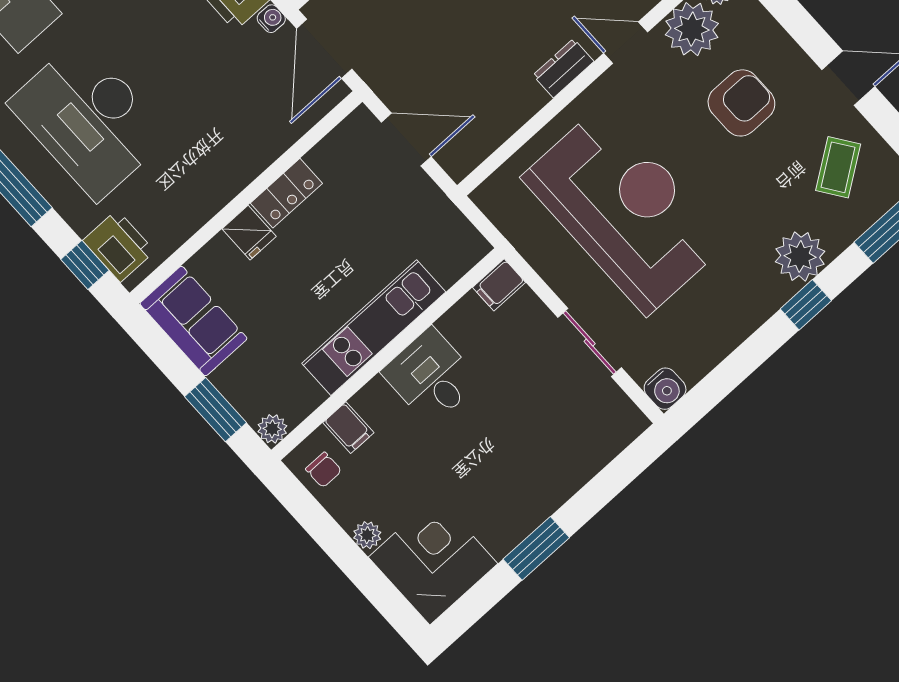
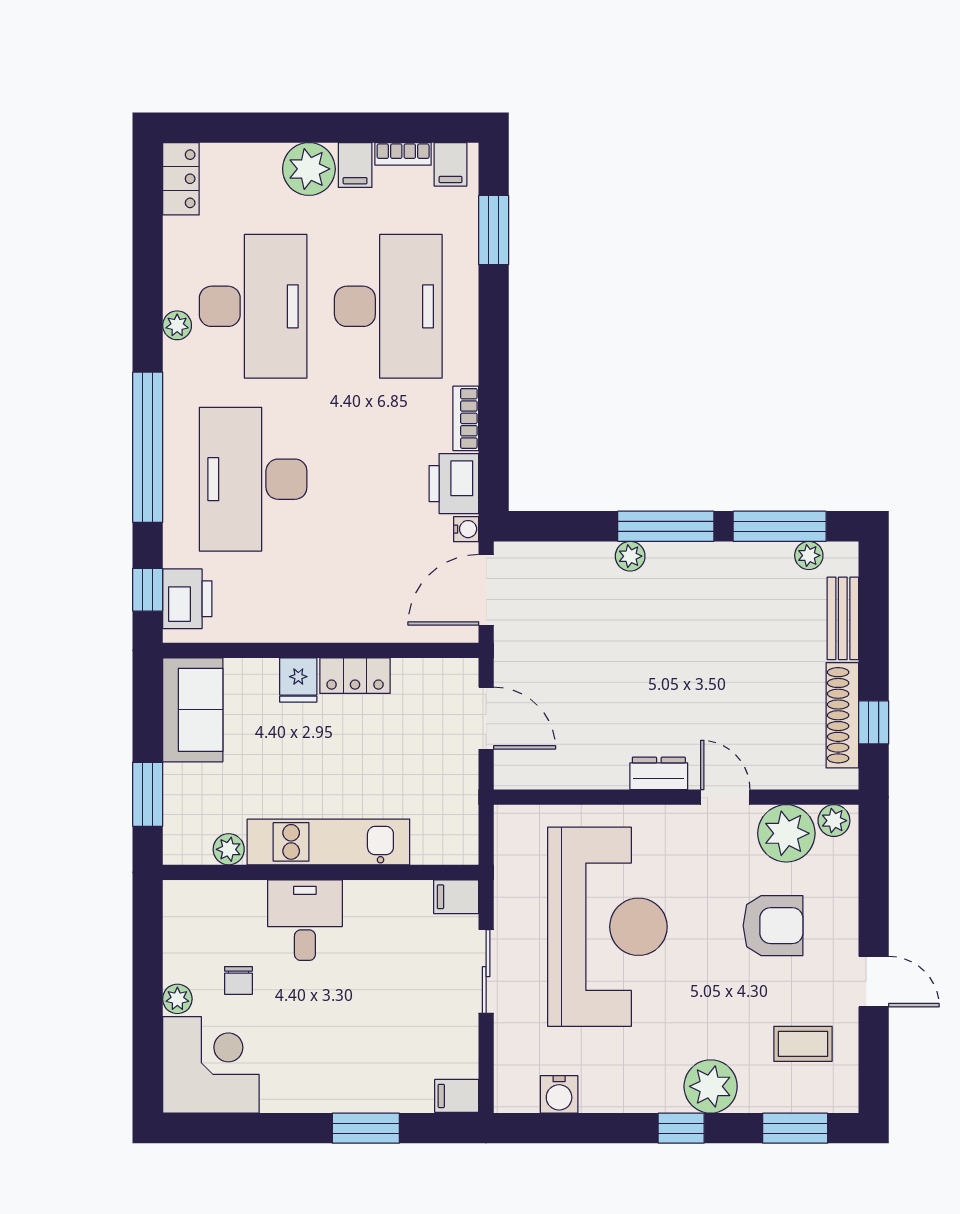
coffee table: (838, 167) -> (803, 1044), turned 35
sliding door: (590, 342) -> (486, 972), moved
desk: (431, 376) -> (305, 920), moved
water cooler: (665, 389) -> (559, 1094), moved
filing cabinet: (348, 428) -> (457, 1096), moved, turned 90
plant: (272, 429) -> (229, 849), moved
chair: (324, 470) -> (238, 980), moved
window: (536, 548) -> (366, 1128), moved

